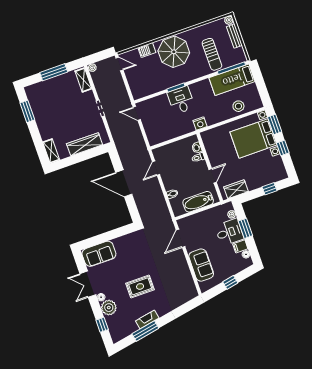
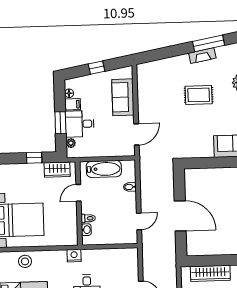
window: (269, 189) -> (34, 158), moved

